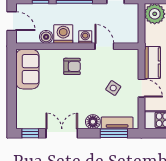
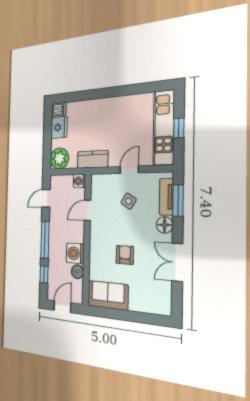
washing machine: (85, 37) -> (79, 181), moved
kitchen counter: (152, 63) -> (93, 159), moved
armchair: (72, 66) -> (125, 255), moved
window: (30, 133) -> (177, 300), removed

